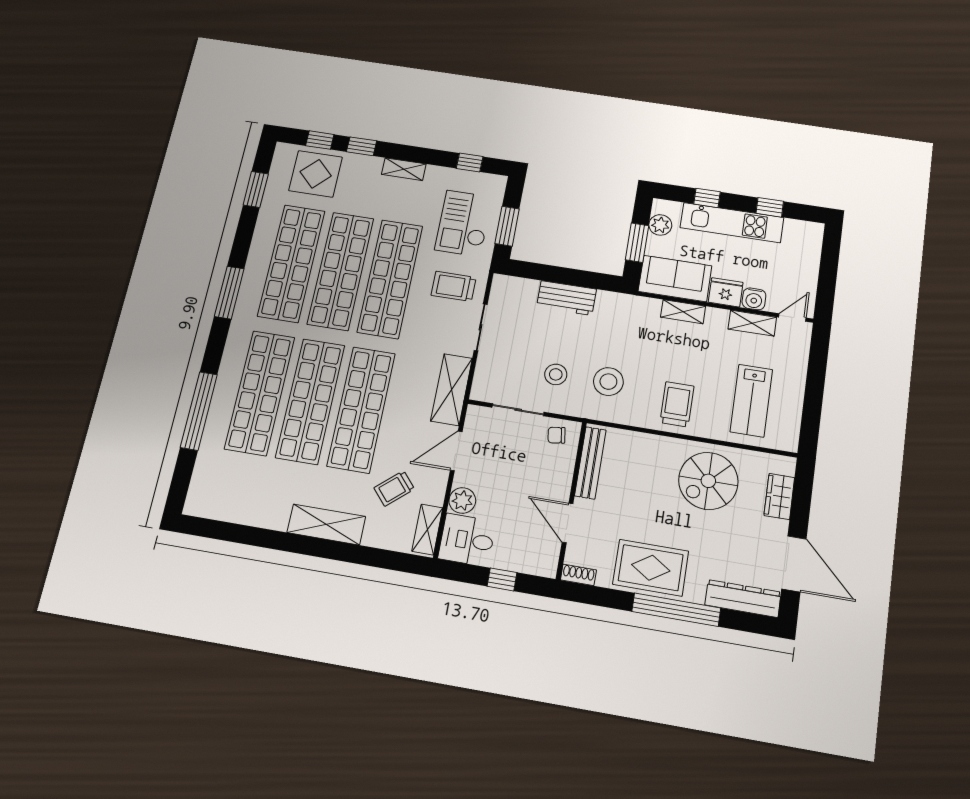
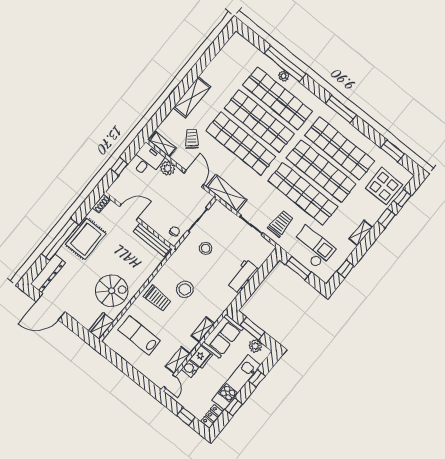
locker: (804, 230) -> (212, 416), added
window: (829, 266) -> (186, 417), added
stool: (608, 382) -> (185, 289), moved
plant: (220, 402) -> (284, 76), added
spiral stairs: (708, 481) -> (112, 291), turned 90
wardrobe: (779, 496) -> (101, 326), moved, turned -90

